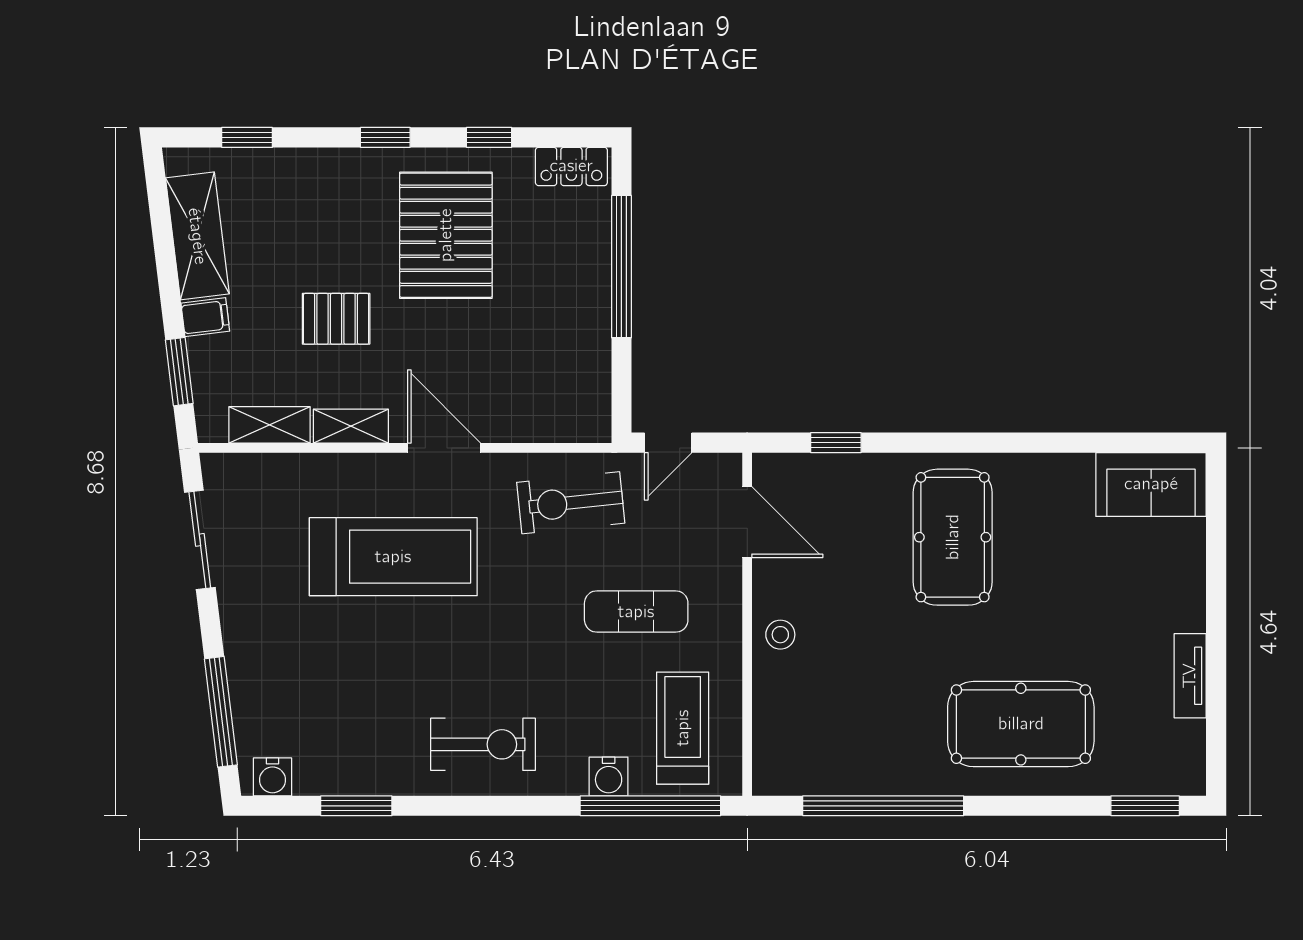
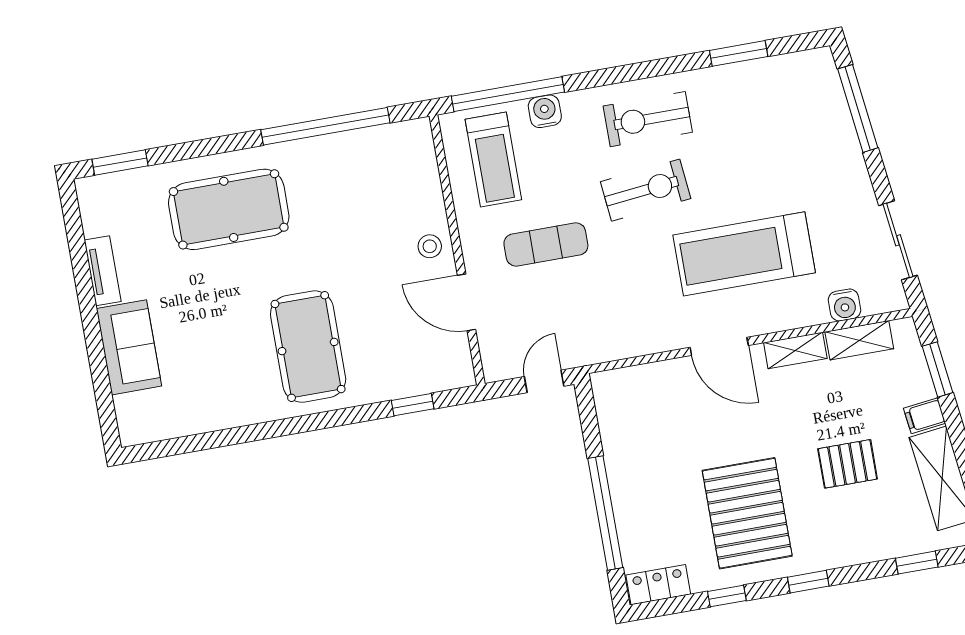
pallet: (336, 319) -> (848, 464), moved
sofa: (1151, 484) -> (129, 347), moved, turned 90
exercise bike: (571, 503) -> (646, 190), moved
door: (747, 522) -> (466, 302), moved
water cooler: (272, 777) -> (844, 305), moved, turned 180

